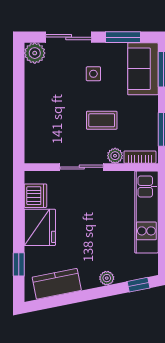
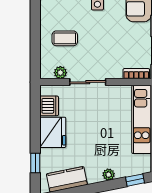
coffee table: (102, 120) -> (65, 38), moved
plant: (115, 156) -> (60, 73), moved

